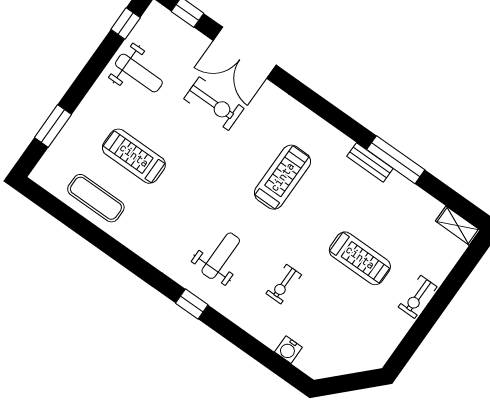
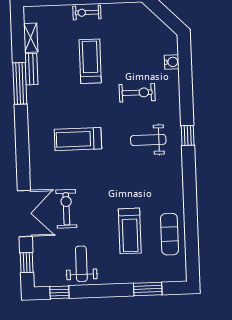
bench: (370, 162) -> (31, 69), moved
shelving: (458, 226) -> (31, 38), moved
exercise bike: (284, 284) -> (137, 93), width x1.38, depth x1.39
exercise bike: (418, 297) -> (87, 13), turned 180

